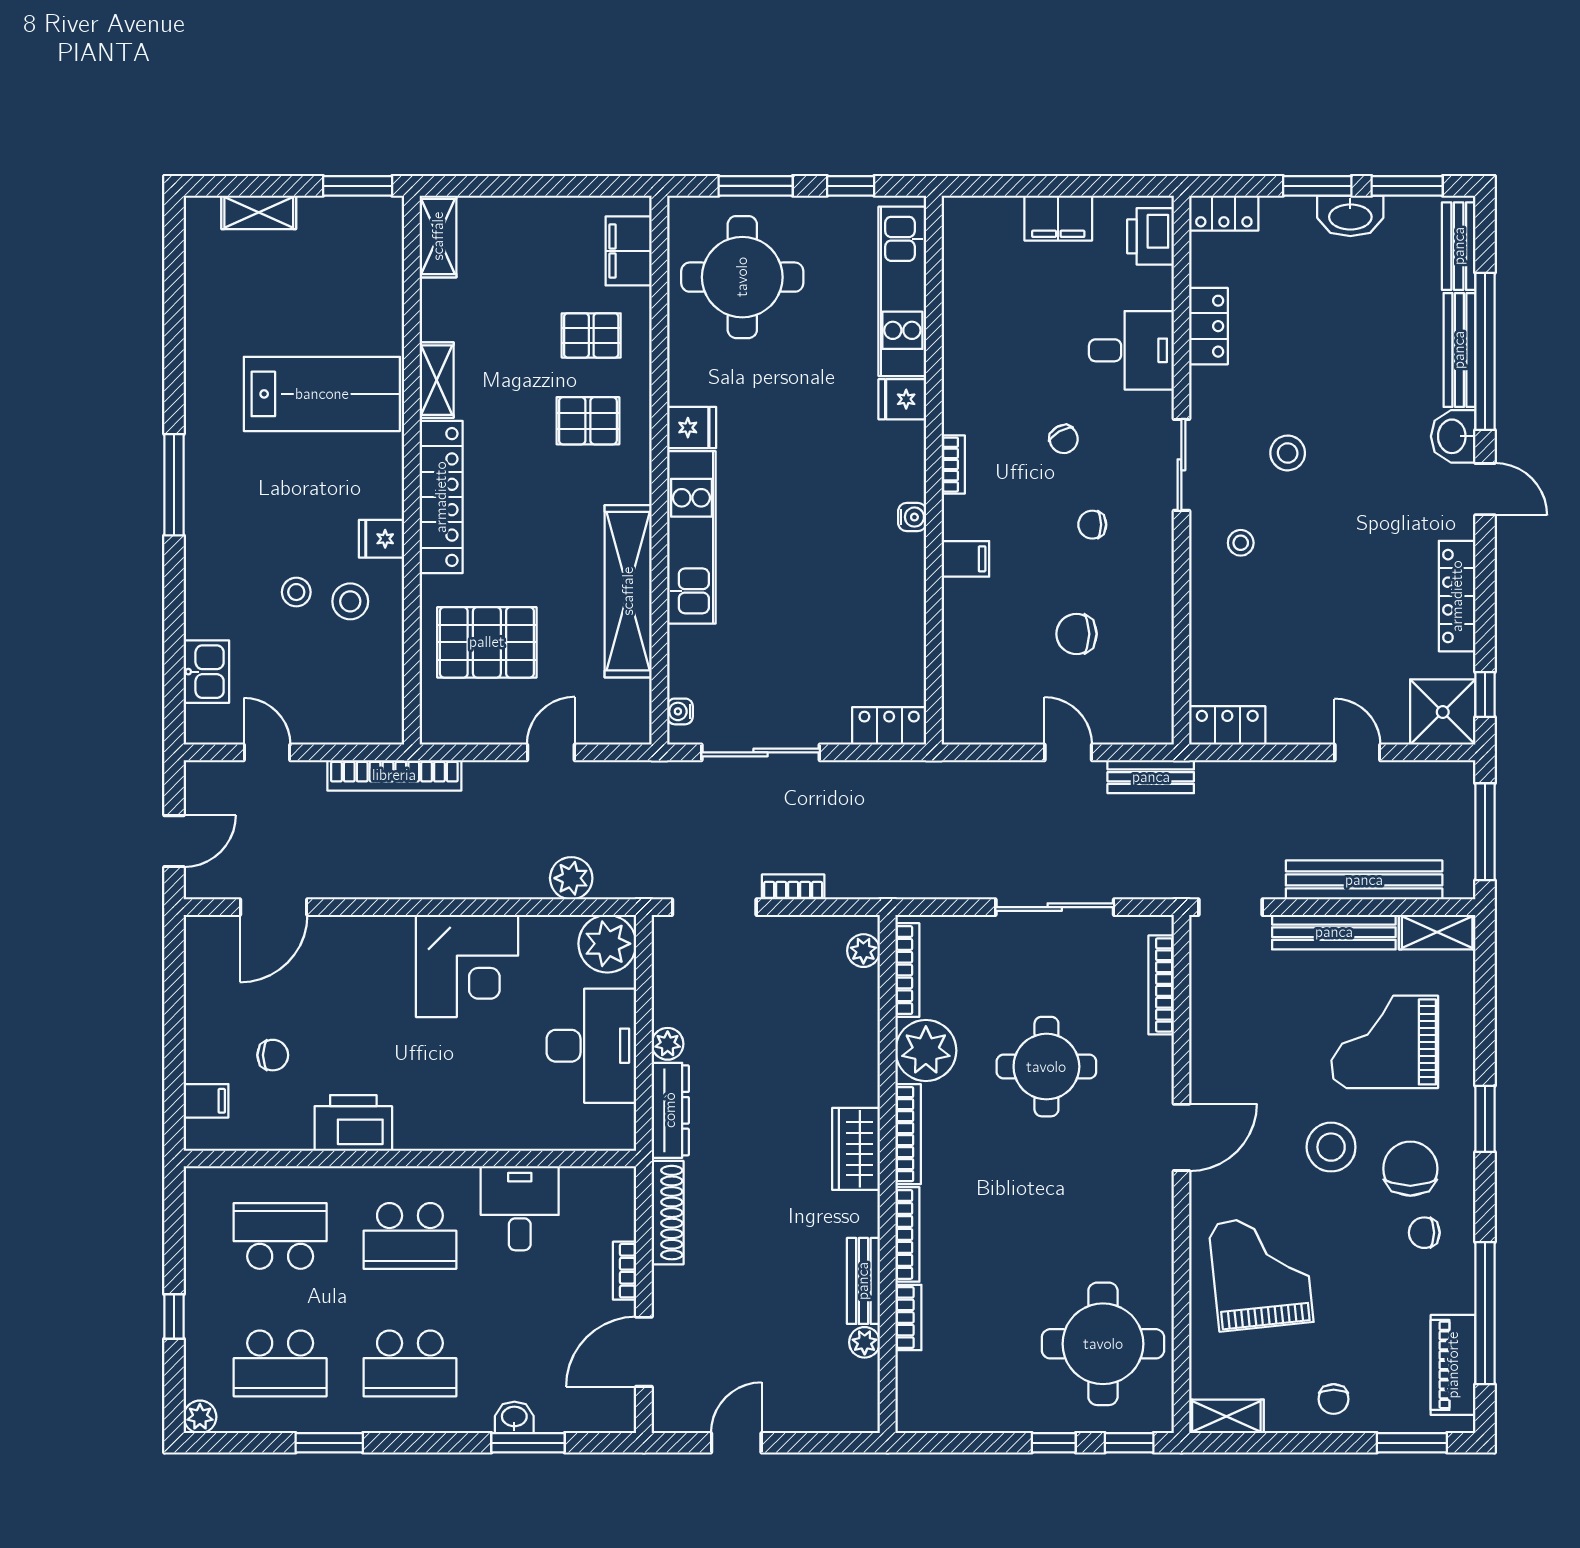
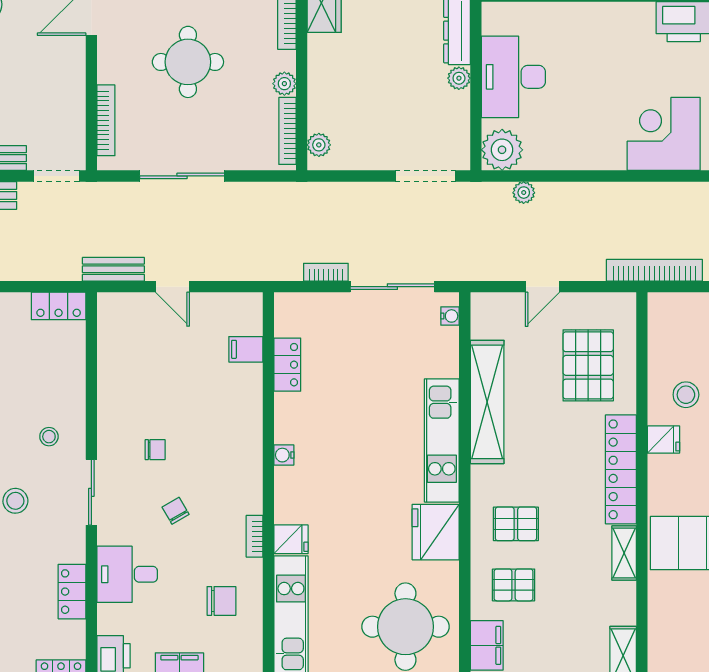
fridge: (692, 428) -> (436, 532), width x1.88, depth x1.34
bookcase: (953, 465) -> (255, 536), moved
filing cabinet: (965, 559) -> (246, 349), moved
chair: (1076, 634) -> (221, 601), moved
pallet: (487, 642) -> (588, 365), turned 90
locker: (889, 726) -> (287, 365), moved, turned -90
plant: (571, 878) -> (524, 193), width x0.73, depth x0.73
bookcase: (793, 887) -> (326, 272), moved, turned 180
corner desk: (467, 966) -> (664, 134), moved
plant: (926, 1051) -> (284, 84), width x0.53, depth x0.53

